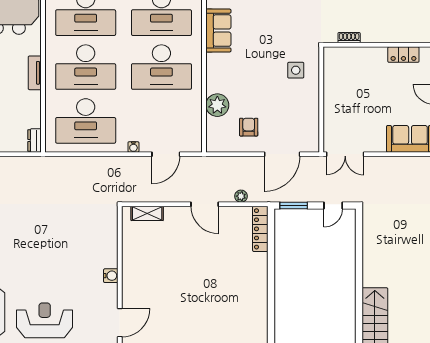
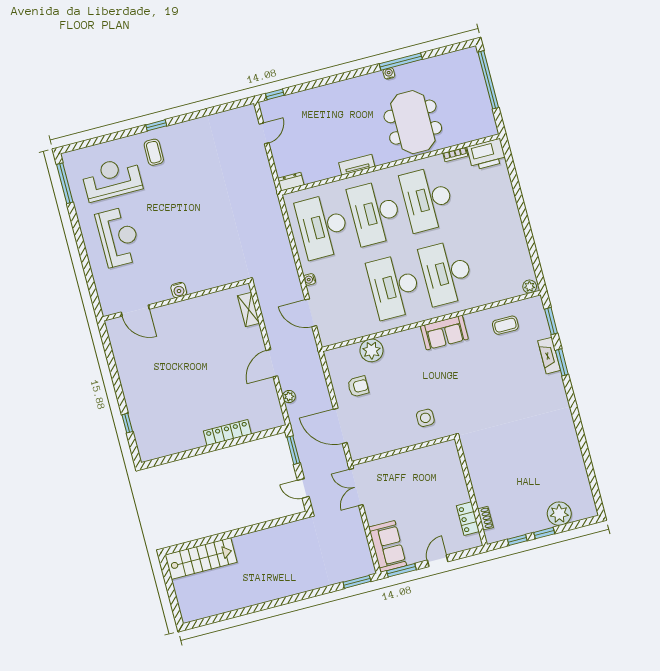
shoe rack: (349, 38) -> (485, 518), moved
locker: (260, 229) -> (227, 433), moved

